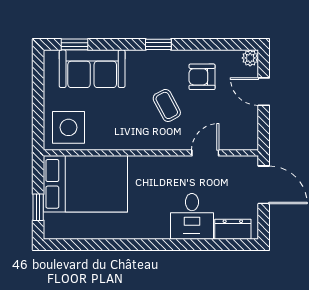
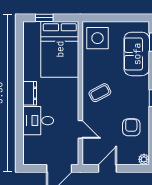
door: (264, 92) -> (107, 168), moved
coffee table: (167, 105) -> (100, 93), moved
dresser: (233, 229) -> (30, 93), moved

